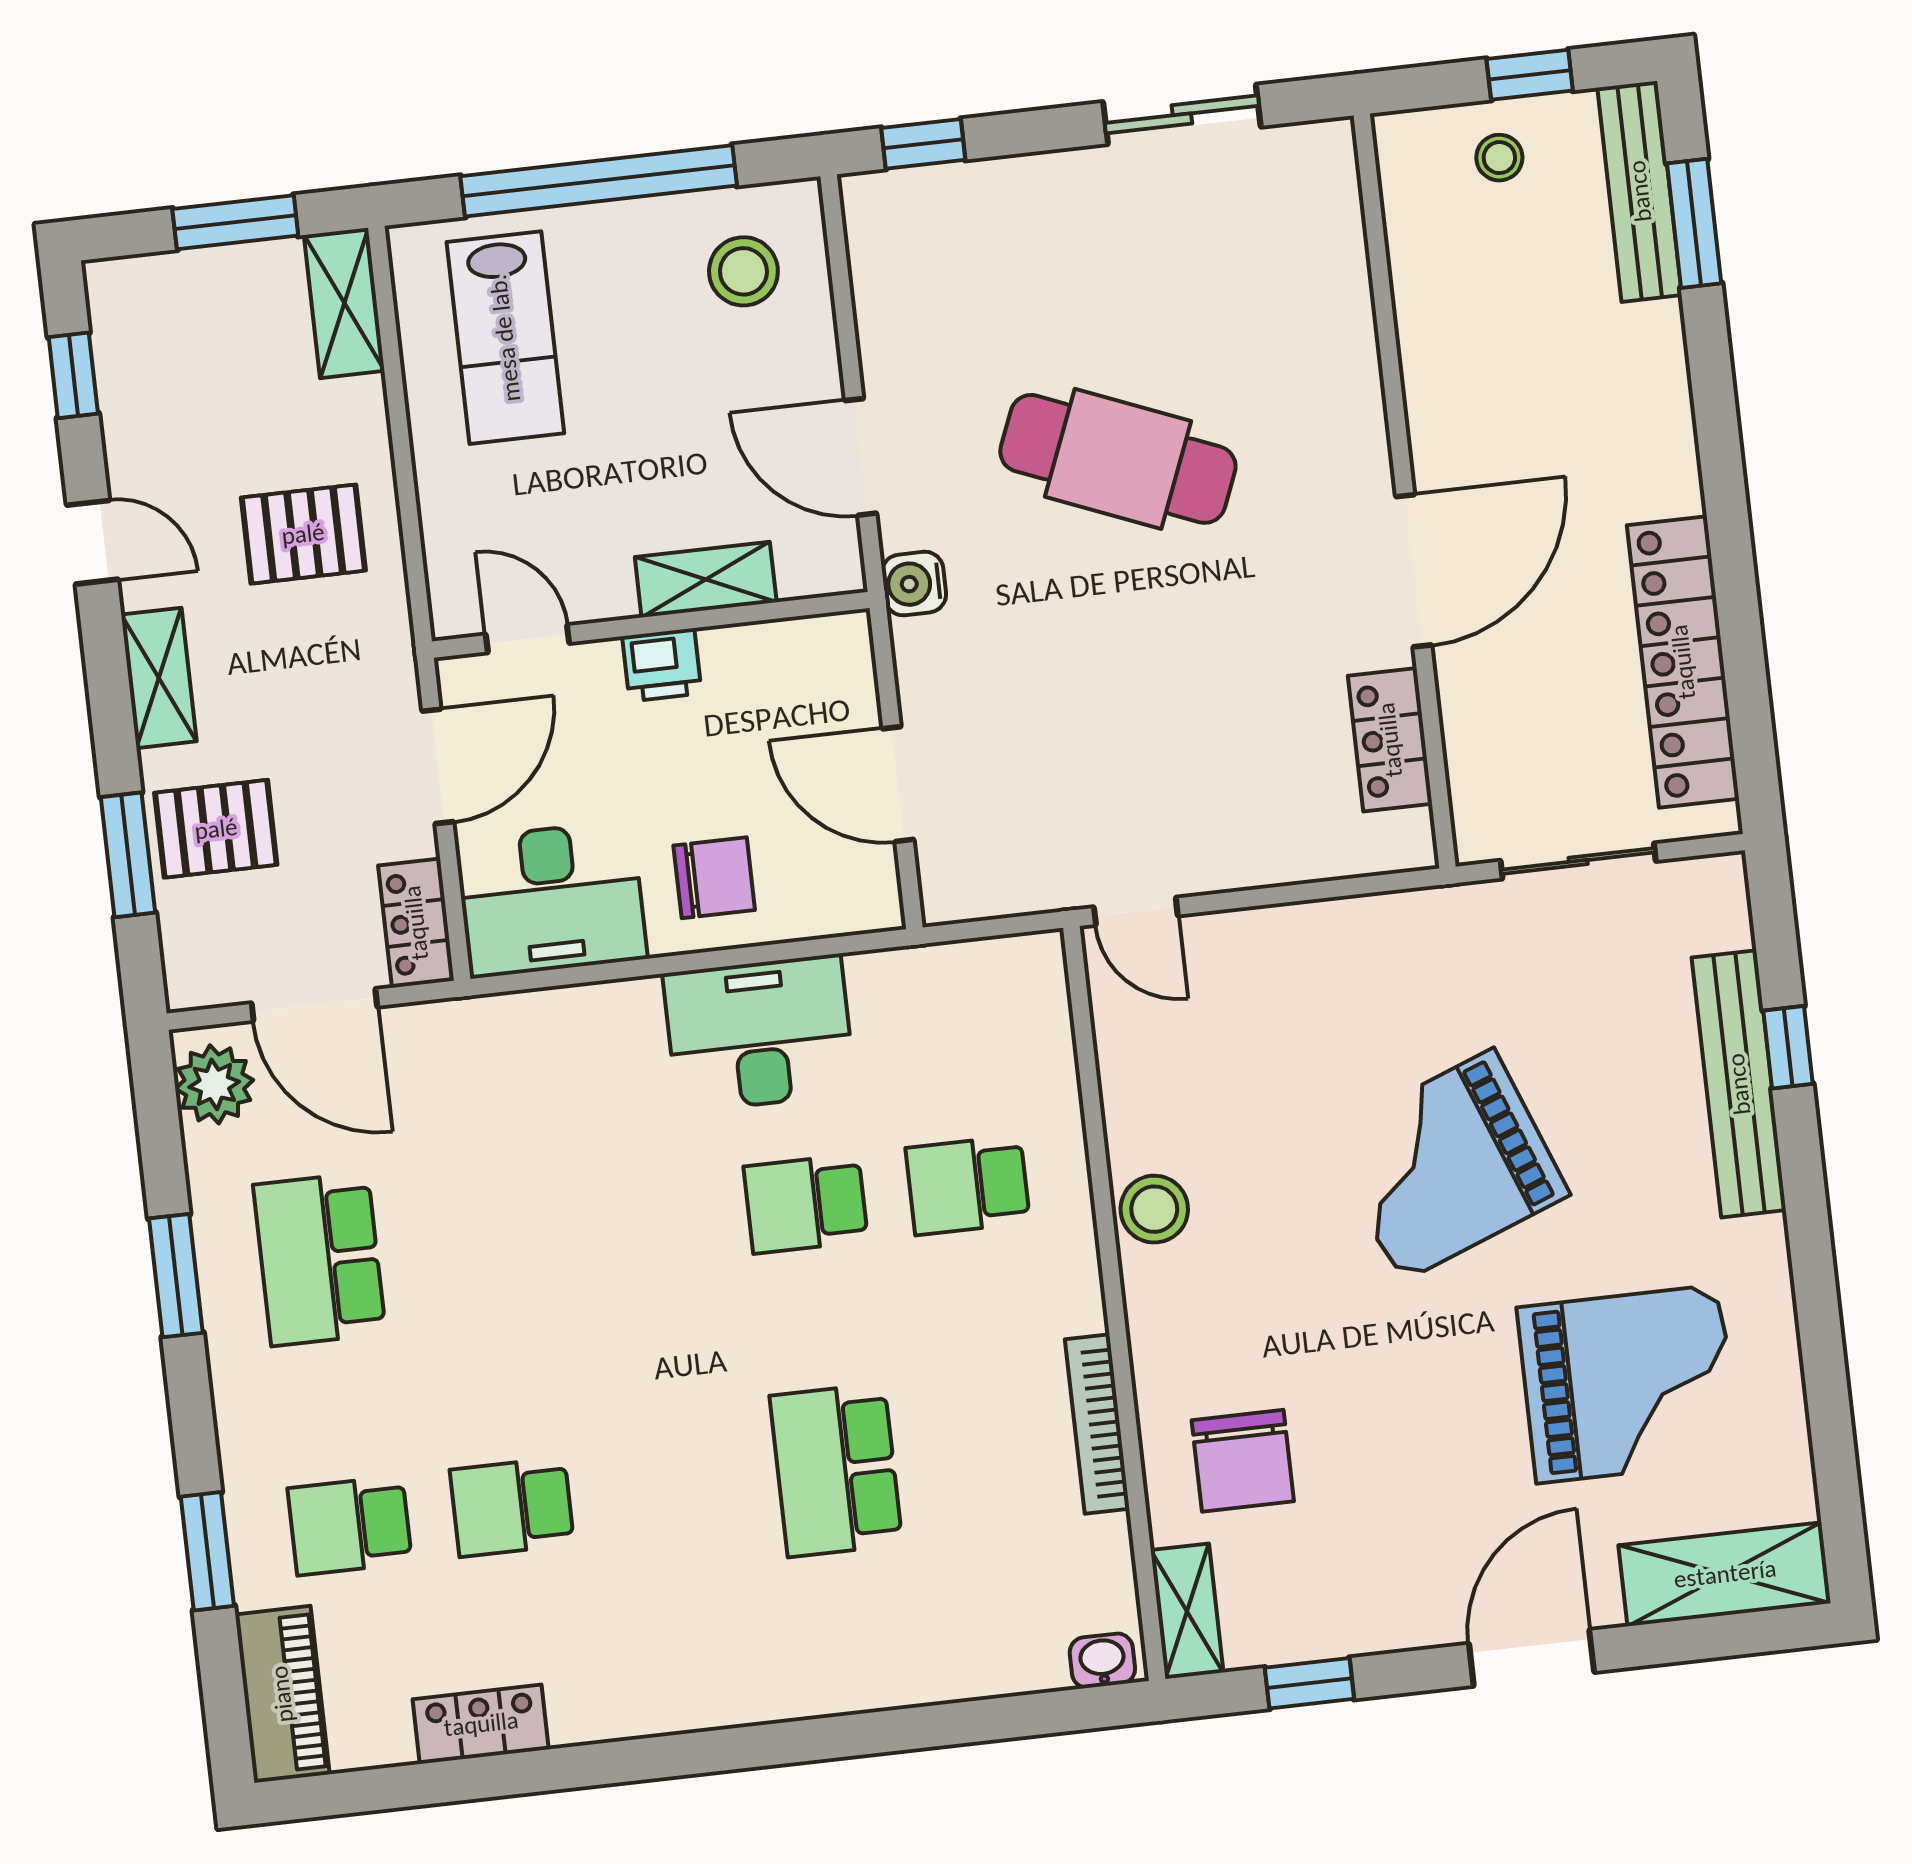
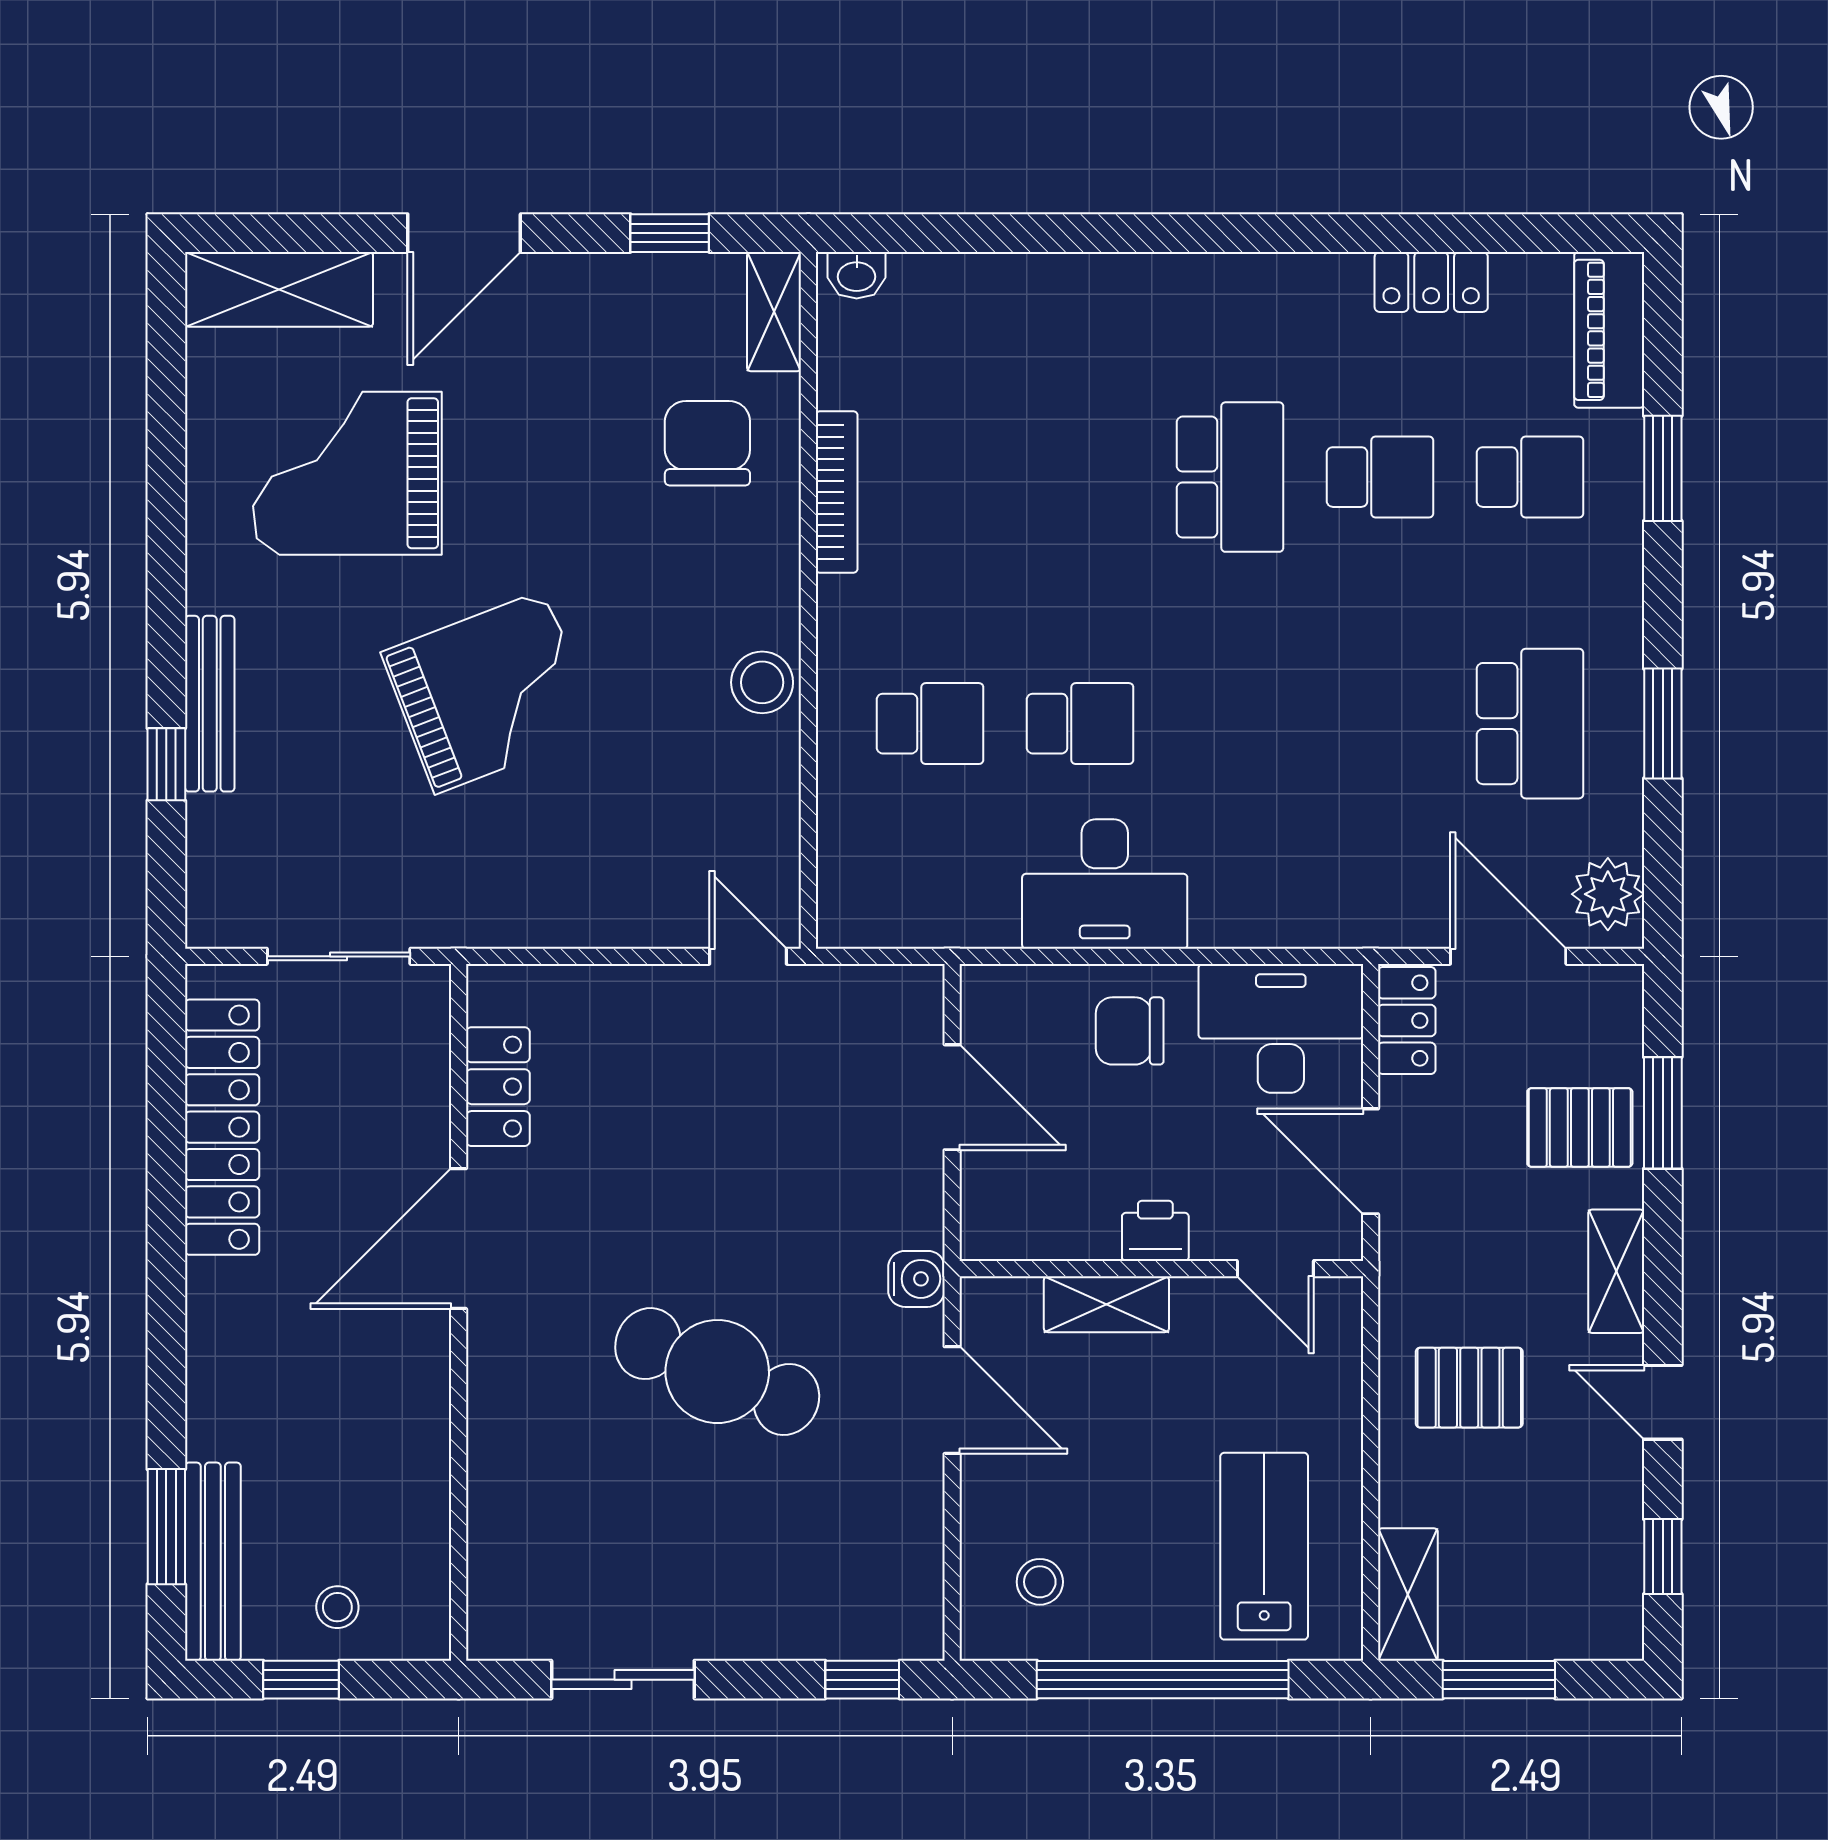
stool: (743, 271) -> (1040, 1582), width x0.73, depth x0.73
door: (438, 766) -> (1371, 1161), hinge flipped
bench: (1739, 1084) -> (210, 704), width x0.73, depth x0.82
school desk: (836, 1470) -> (1230, 477), moved

